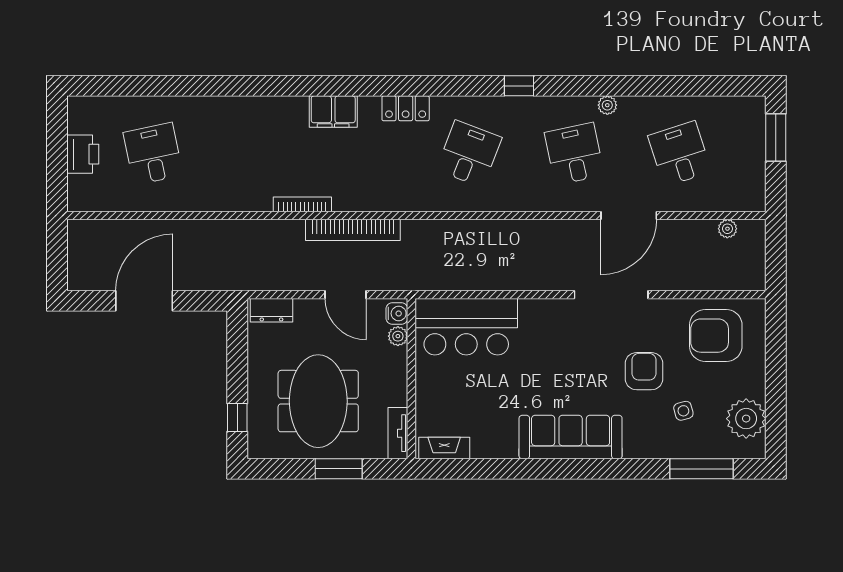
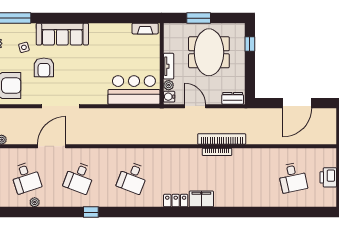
window: (519, 86) -> (91, 212), moved
plant: (607, 105) -> (35, 202), moved
locker: (406, 108) -> (176, 201), moved
desk: (574, 154) -> (79, 178), turned 33
bookcase: (353, 230) -> (222, 139), moved
tv unit: (398, 433) -> (169, 66), moved
sofa: (571, 437) -> (62, 34), moved

